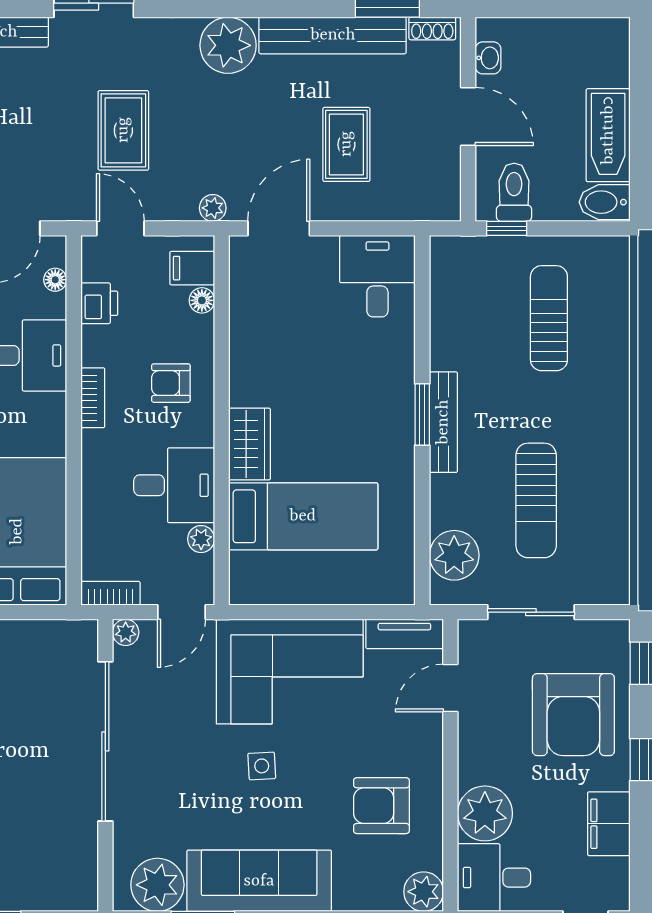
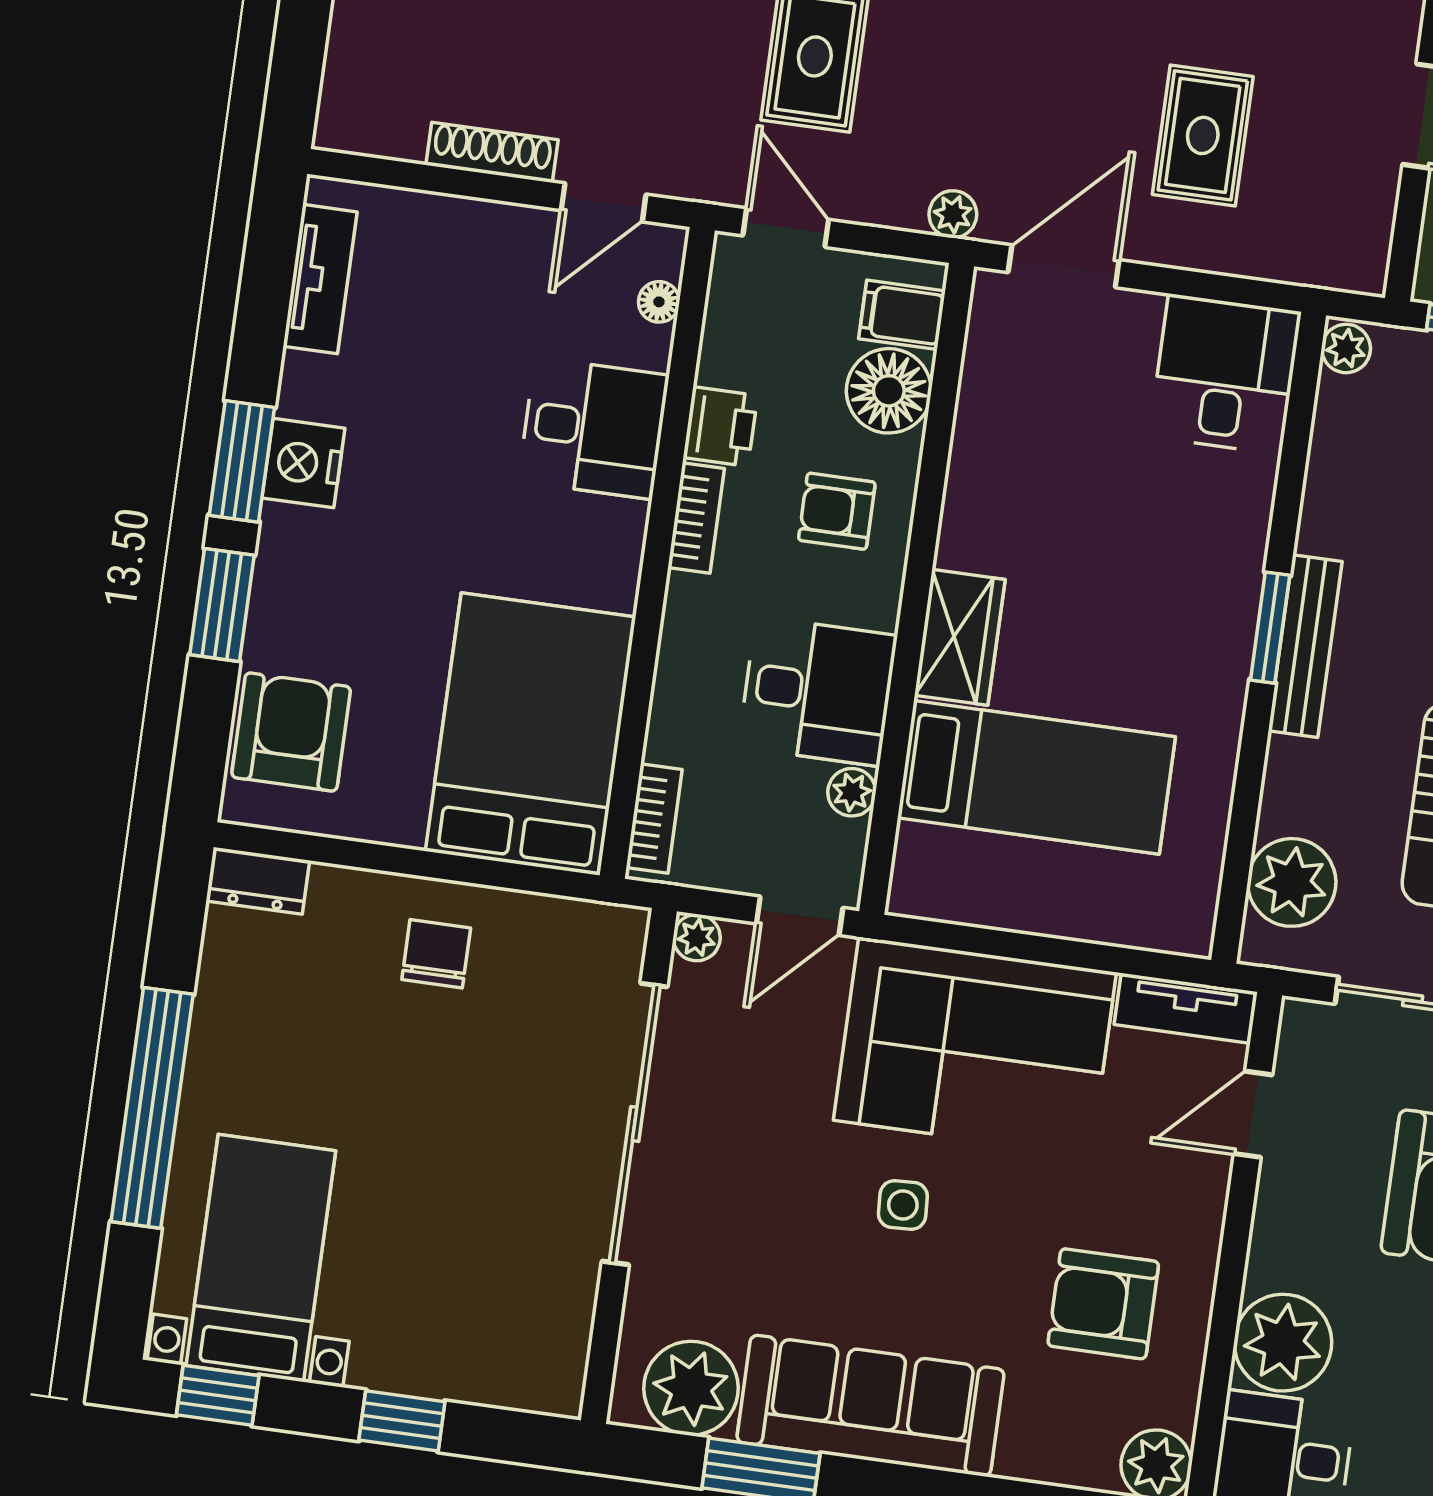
plant: (443, 252) -> (1346, 348), added
floor lamp: (202, 300) -> (889, 391), width x1.89, depth x1.89
printer: (99, 303) -> (720, 426), moved
bookcase: (110, 593) -> (654, 819), moved, turned 90

